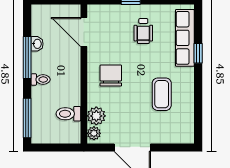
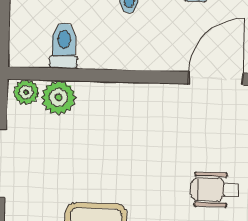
chair: (111, 76) -> (133, 127), removed

